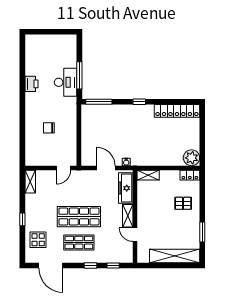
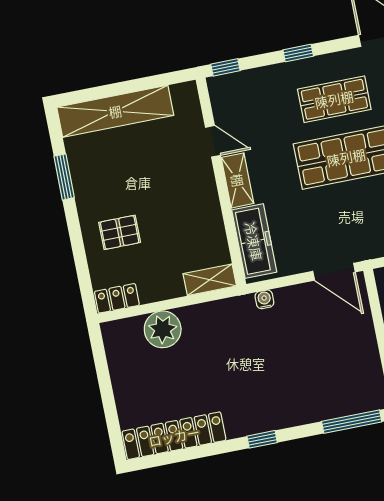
plant: (191, 158) -> (163, 329), moved
door: (106, 168) -> (334, 272), moved
window: (113, 266) -> (225, 67), moved

